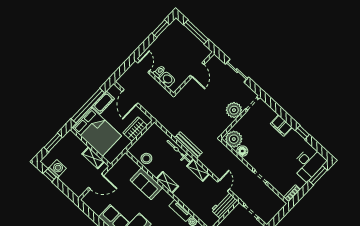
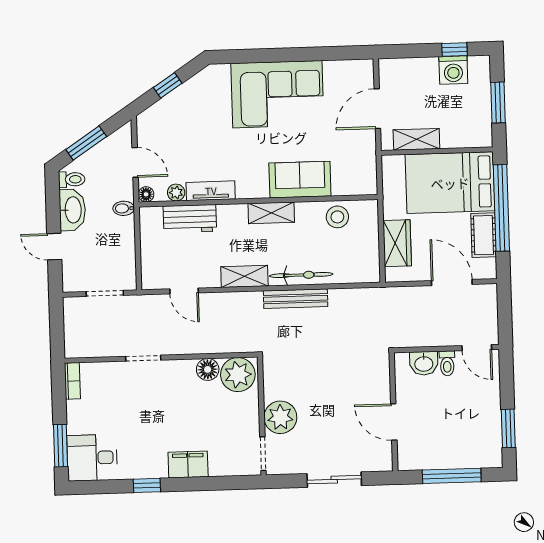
desk: (309, 164) -> (92, 458), width x0.73
workbench: (224, 205) -> (190, 219), moved, turned 90

